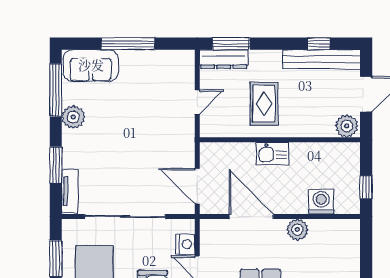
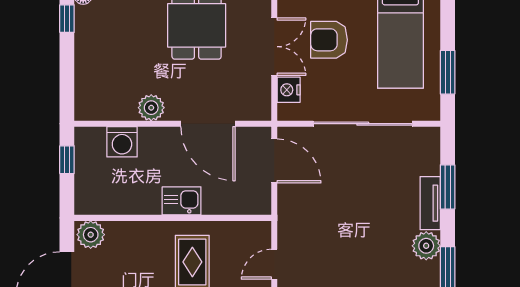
tv unit: (70, 191) -> (430, 203), moved

